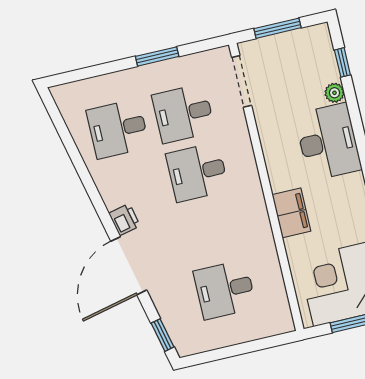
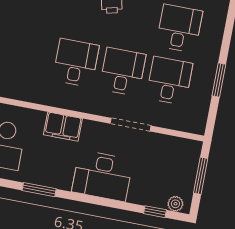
doorway: (242, 81) -> (131, 125), moved
plant: (334, 93) -> (175, 204), moved
desk: (225, 290) -> (76, 63), moved

